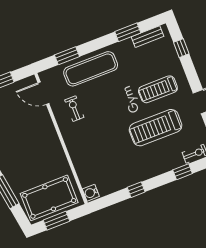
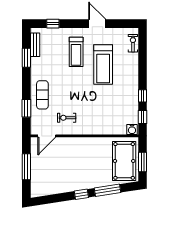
exercise mat: (91, 69) -> (42, 95), width x0.73, depth x0.69
window: (183, 172) -> (143, 117), moved

